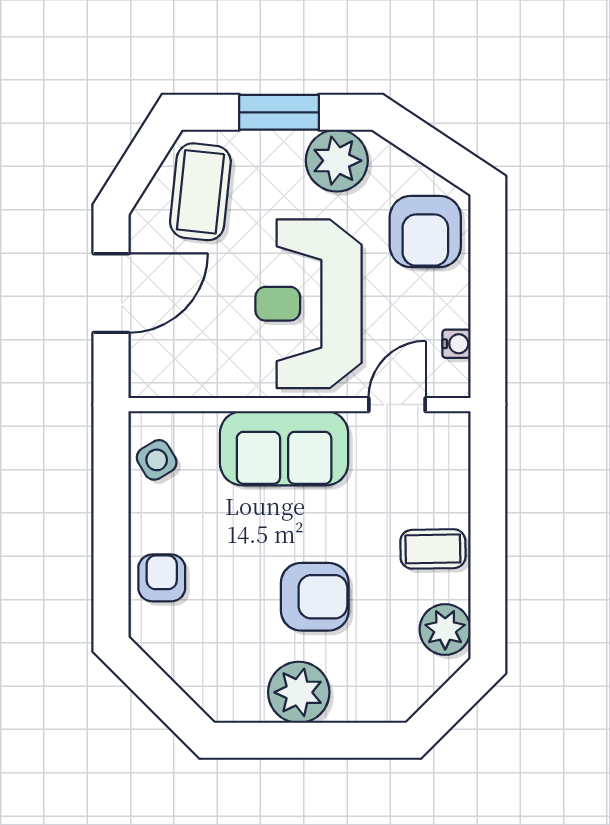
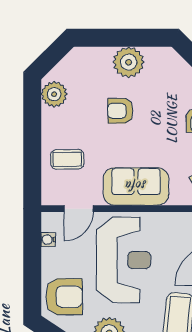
armchair: (425, 232) -> (64, 297), turned 90
coffee table: (433, 549) -> (67, 159), moved
armchair: (315, 597) -> (120, 111), width x0.72, depth x0.72

